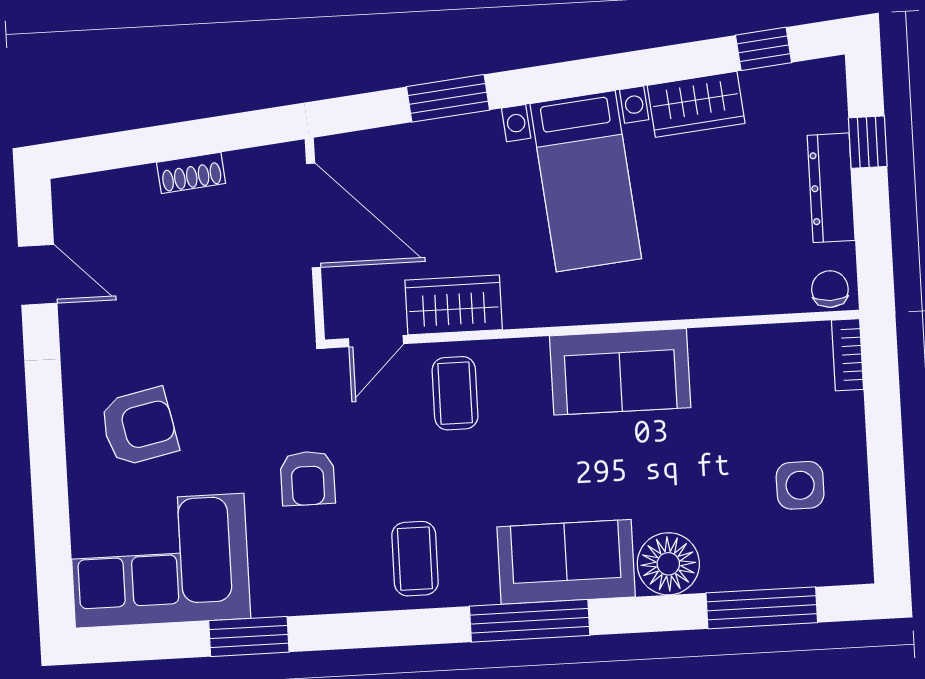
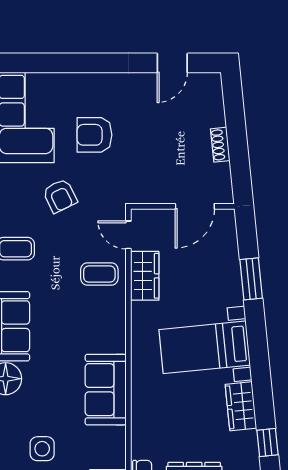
door: (314, 215) -> (195, 206), width x0.73
sofa: (620, 372) -> (106, 390), moved
armchair: (139, 427) -> (94, 135), moved, turned 102
armchair: (308, 478) -> (60, 196), turned -116

